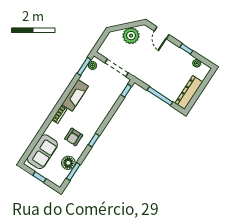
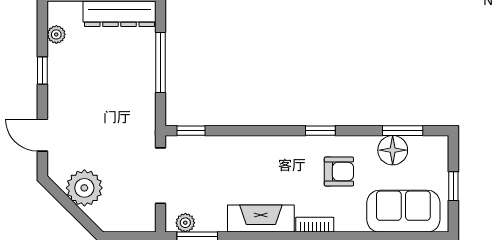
door: (162, 33) -> (42, 135), swing flipped

